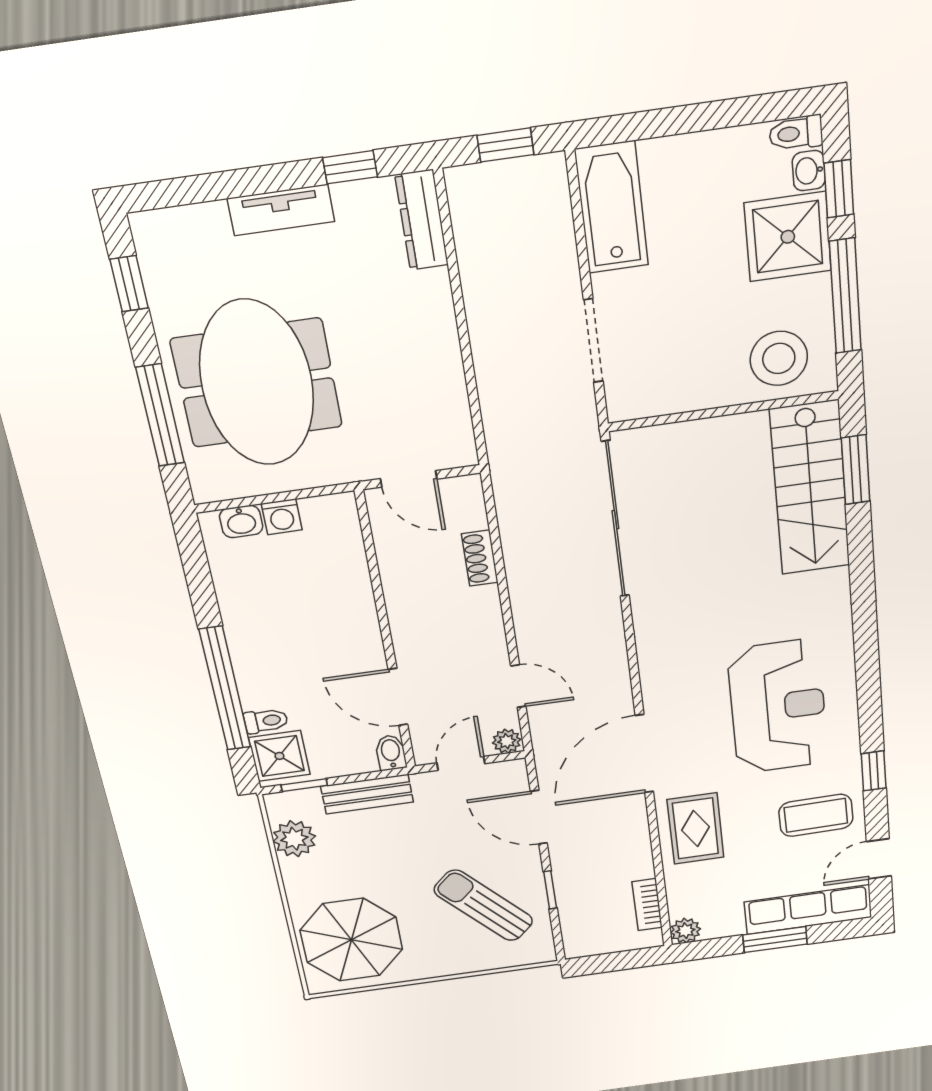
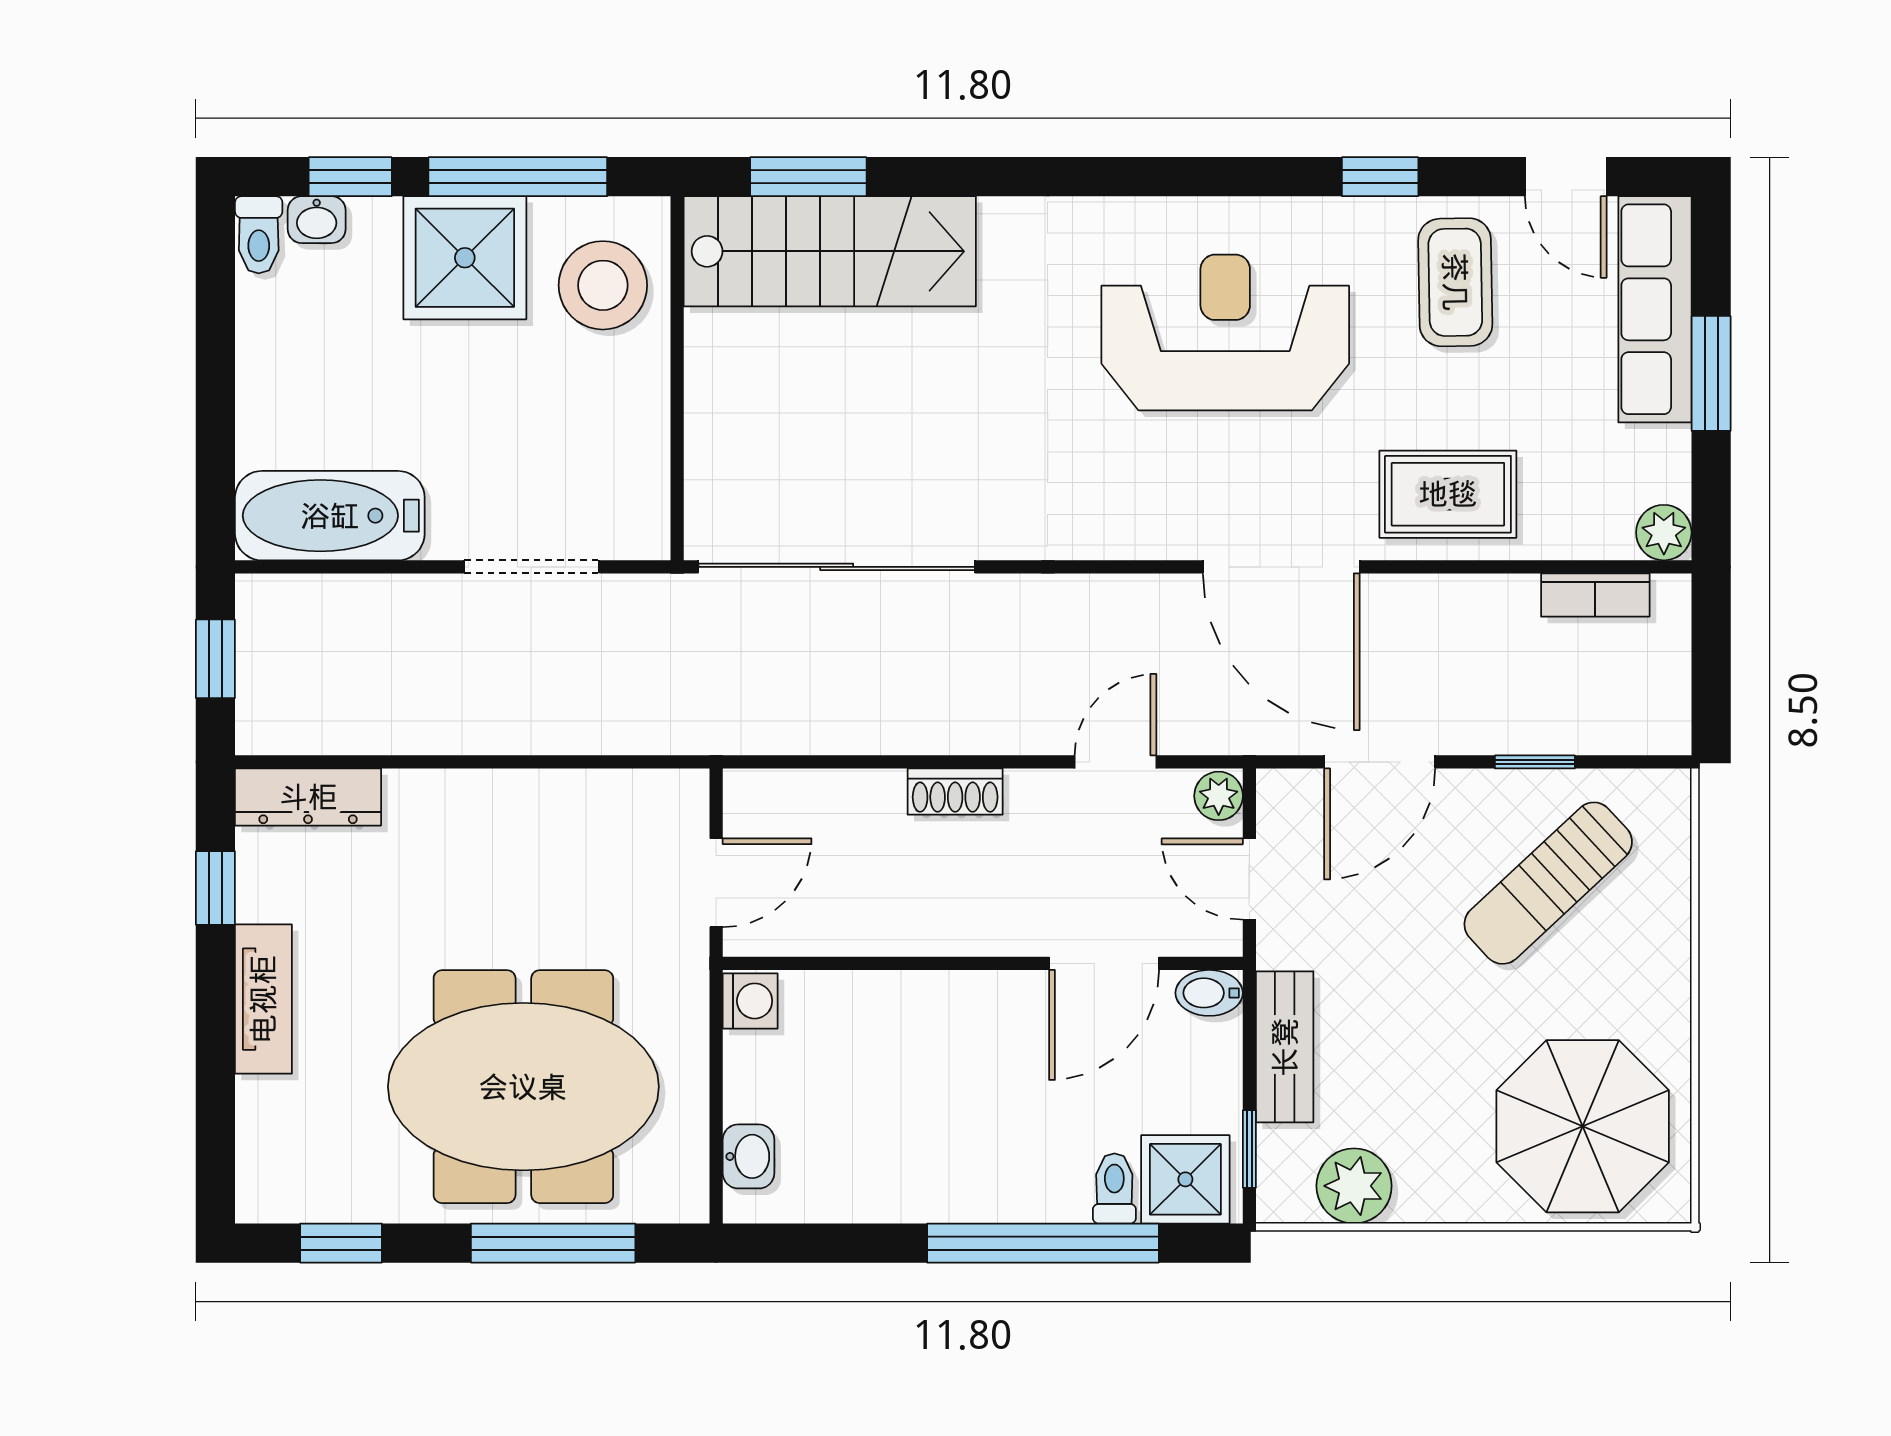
shower: (788, 237) -> (465, 258), moved
washing machine: (282, 517) -> (750, 1001), moved
shoe rack: (480, 558) -> (955, 792), moved

